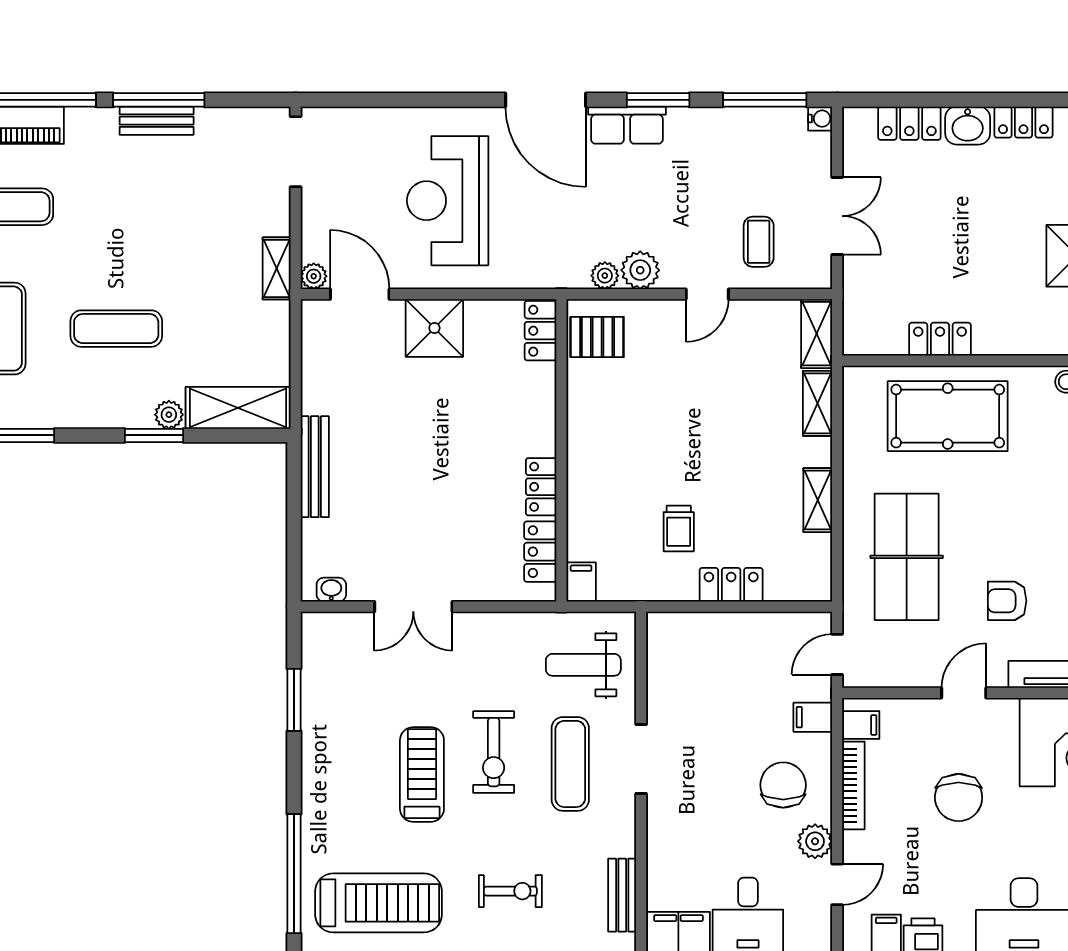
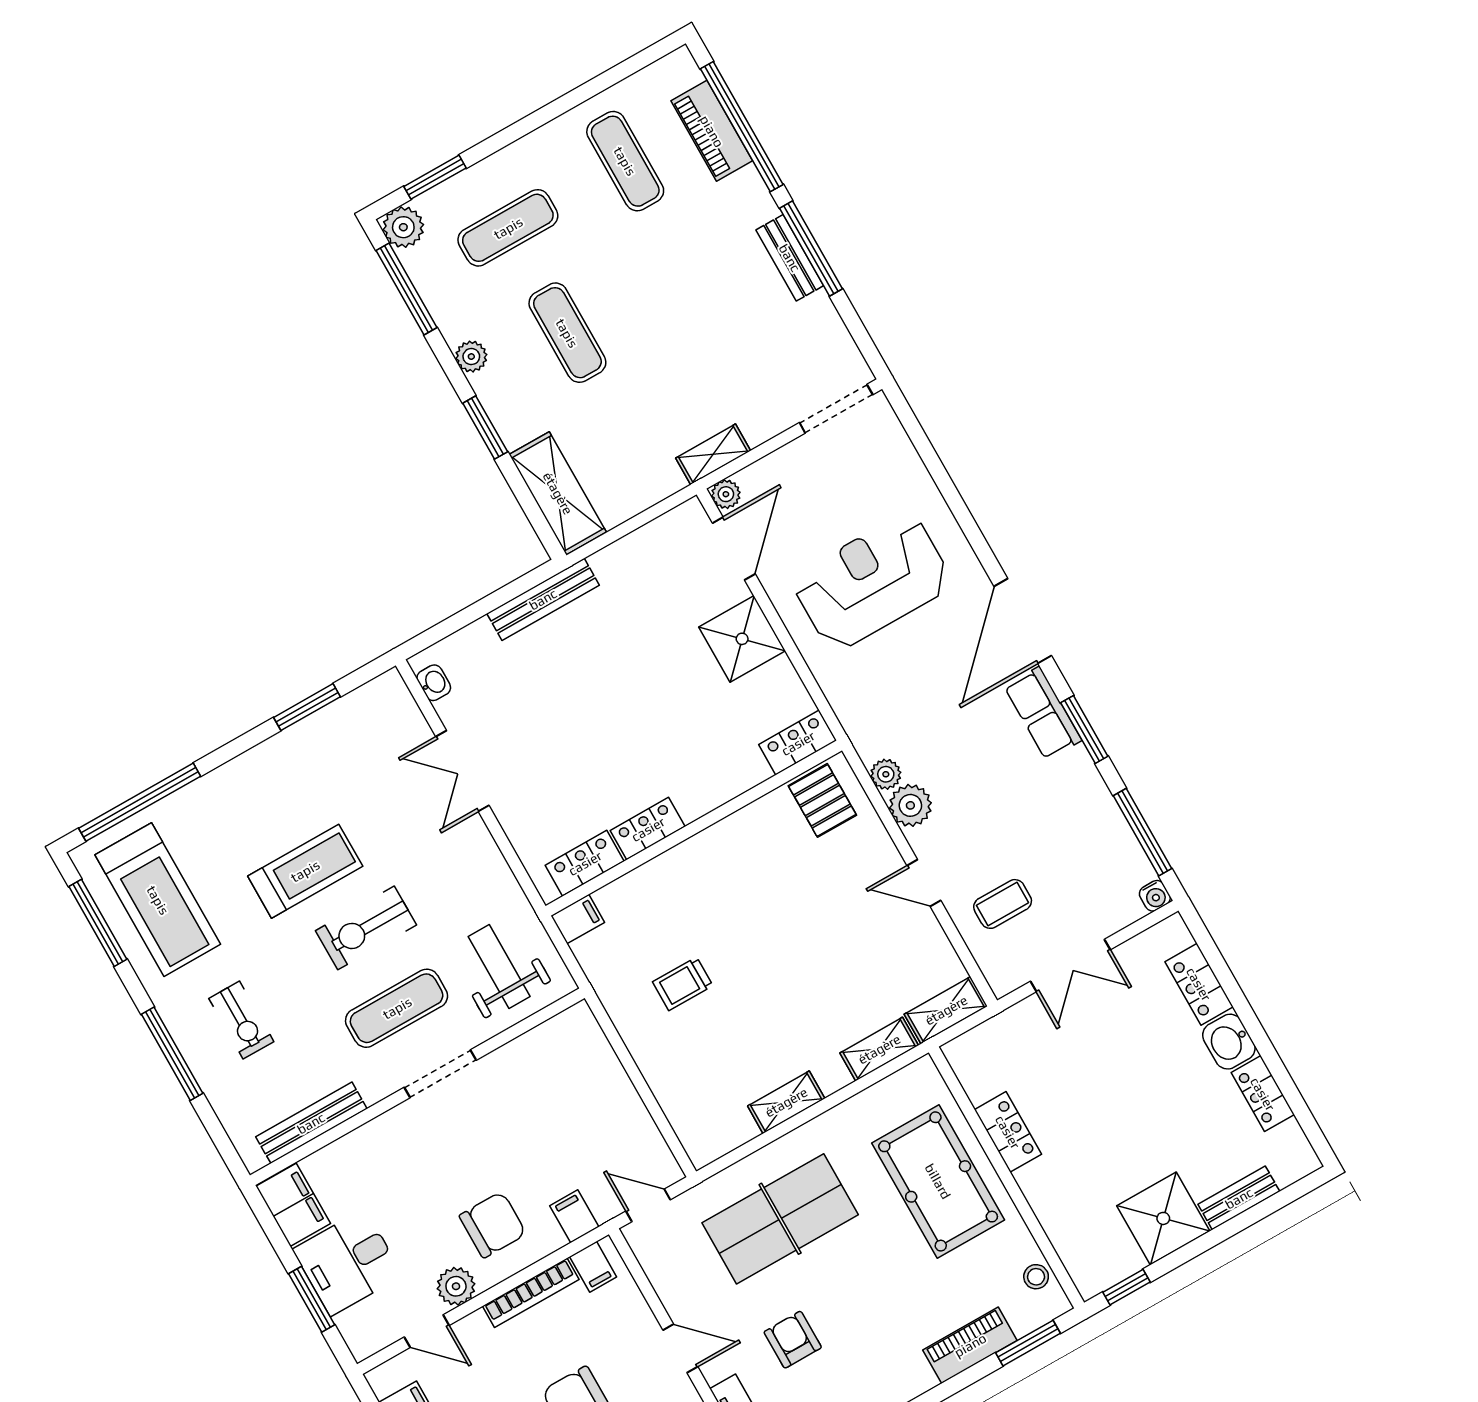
plant: (169, 415) -> (471, 357), moved
locker: (731, 585) -> (657, 1065), removed
bench: (622, 895) -> (311, 1123), width x1.36

